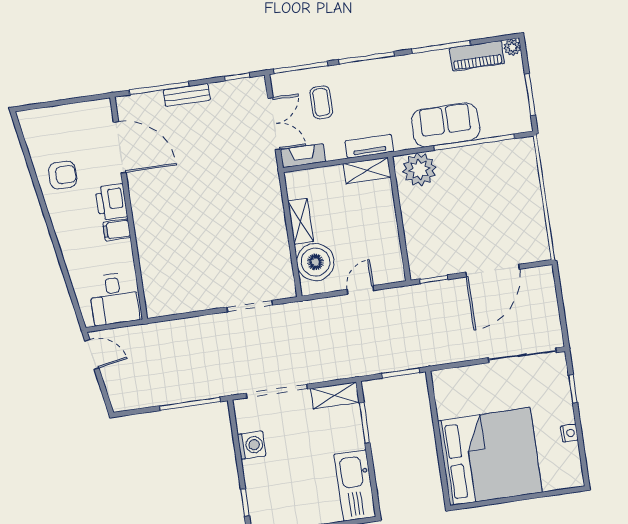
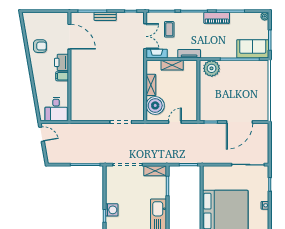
piano: (477, 56) -> (217, 18), moved
sofa: (446, 125) -> (253, 49), moved
shelving: (367, 170) -> (172, 65), moved
washing machine: (252, 445) -> (112, 210), moved

